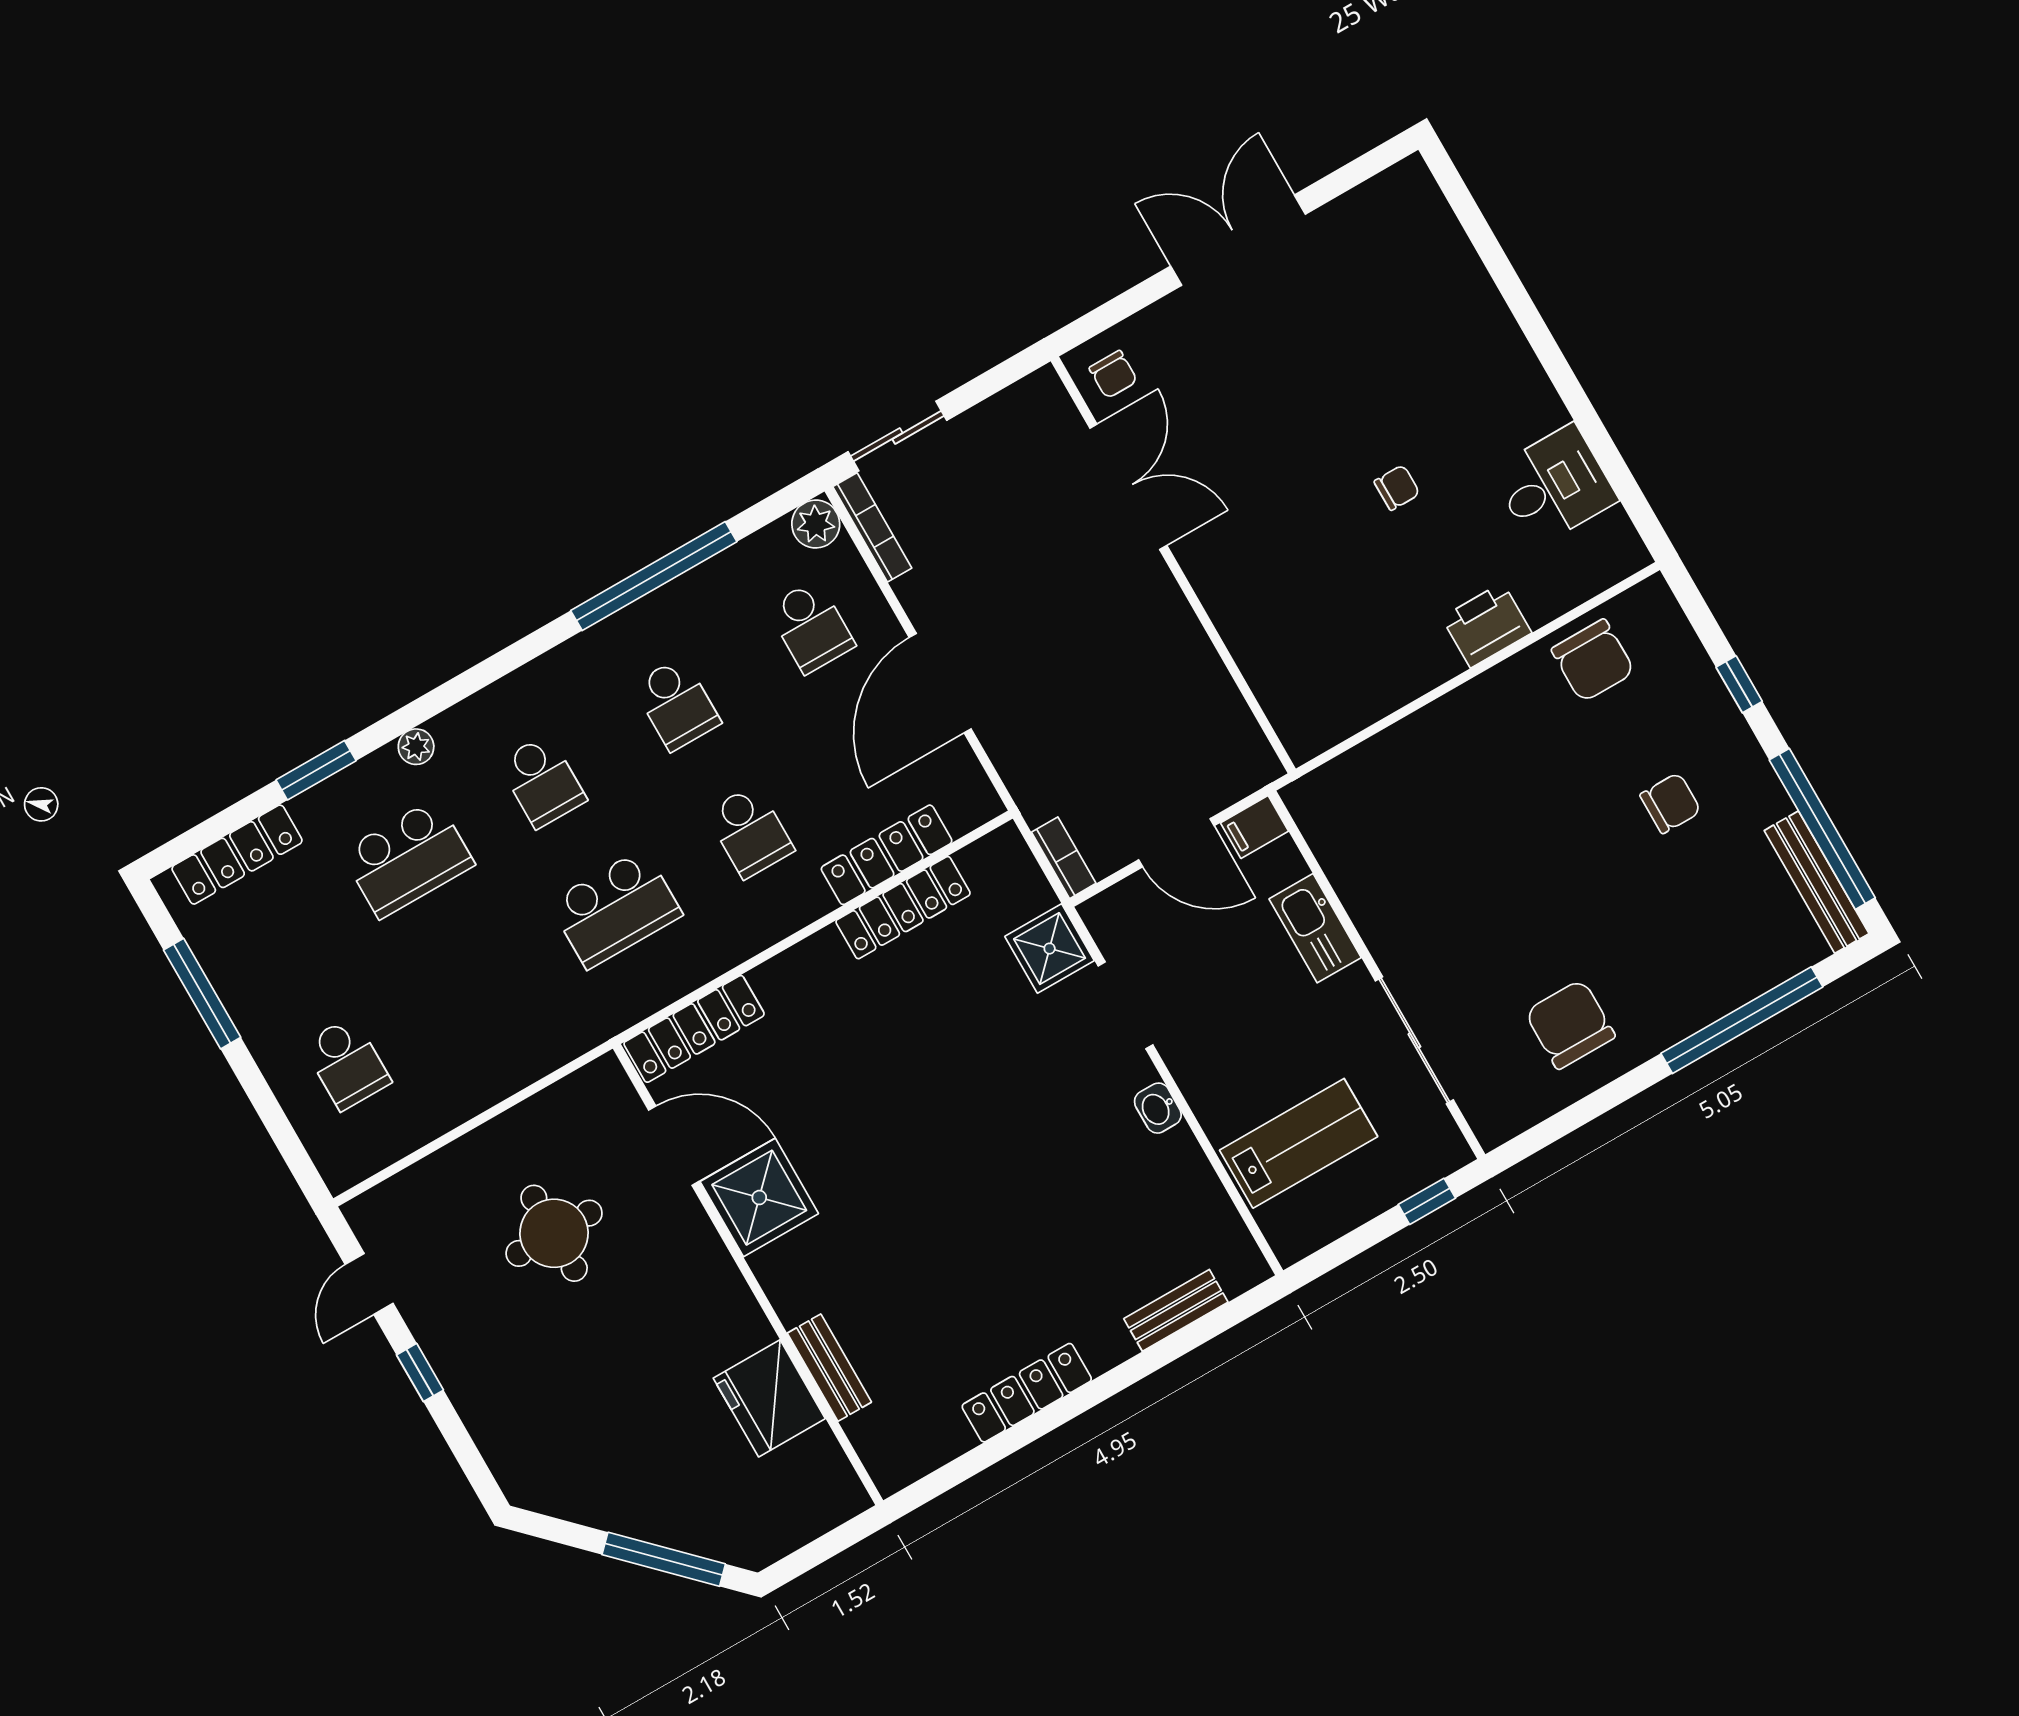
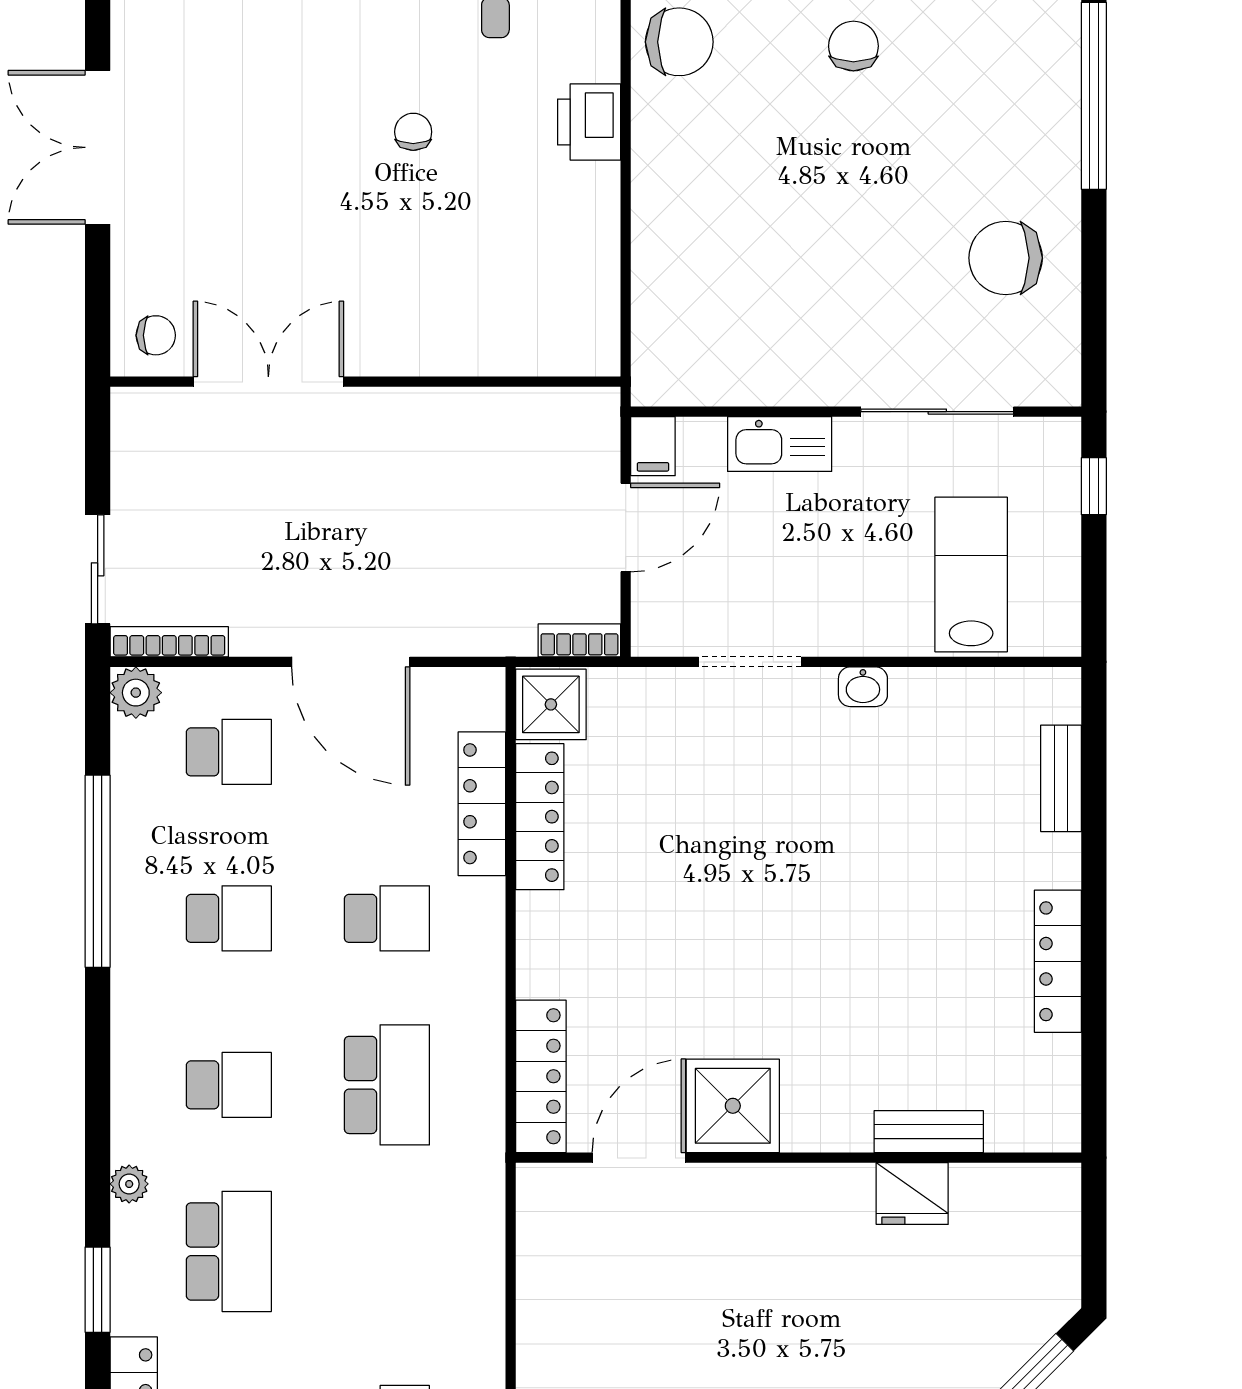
shower: (1050, 949) -> (551, 704), moved
round table: (554, 1233) -> (656, 1316), removed
fridge: (769, 1398) -> (912, 1194), width x0.73, depth x0.75

